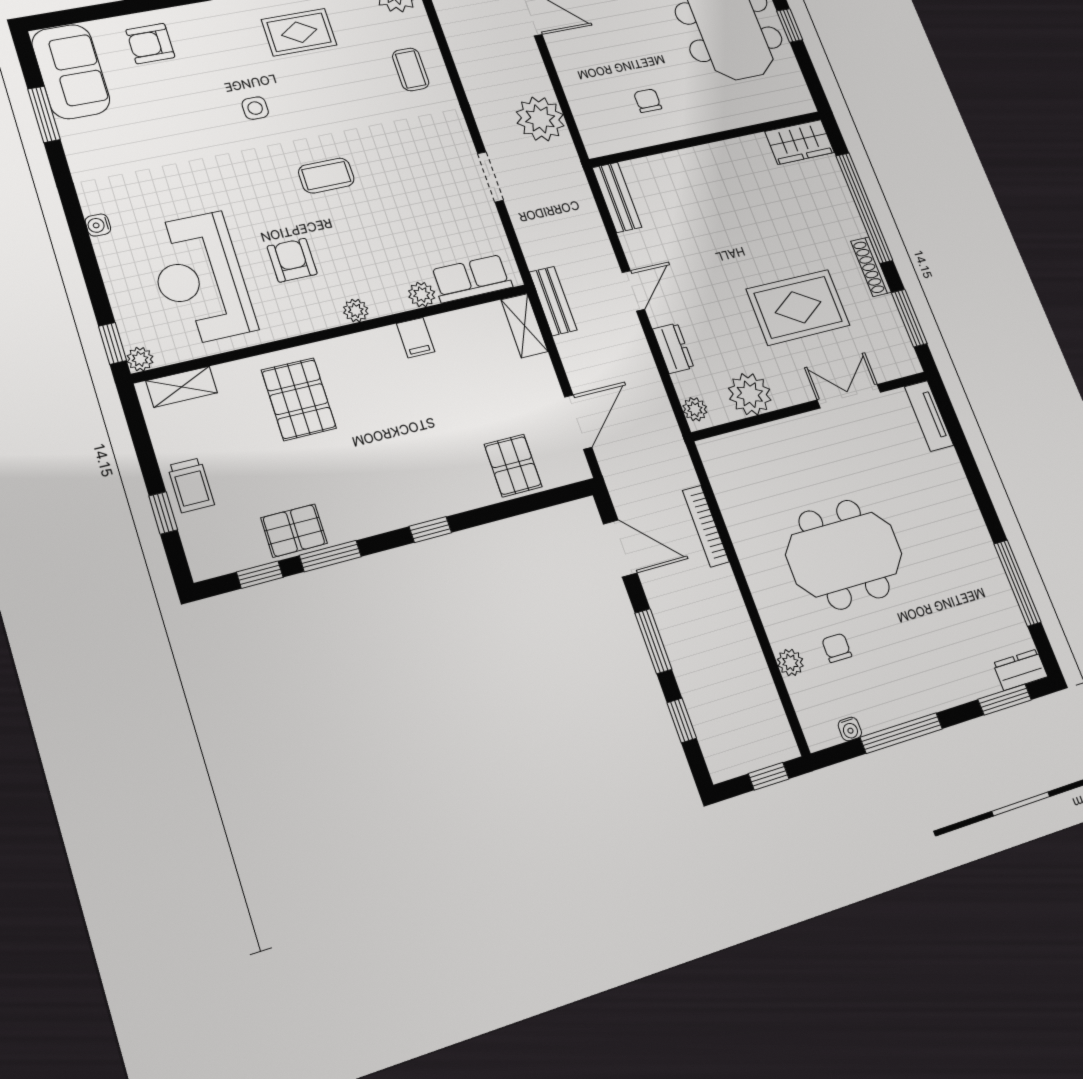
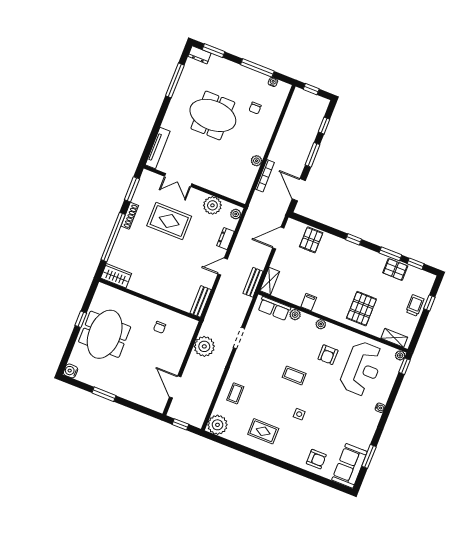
tv unit: (929, 416) -> (158, 148), width x1.41
meeting table: (844, 554) -> (213, 115), moved
plant: (790, 662) -> (256, 161), moved

